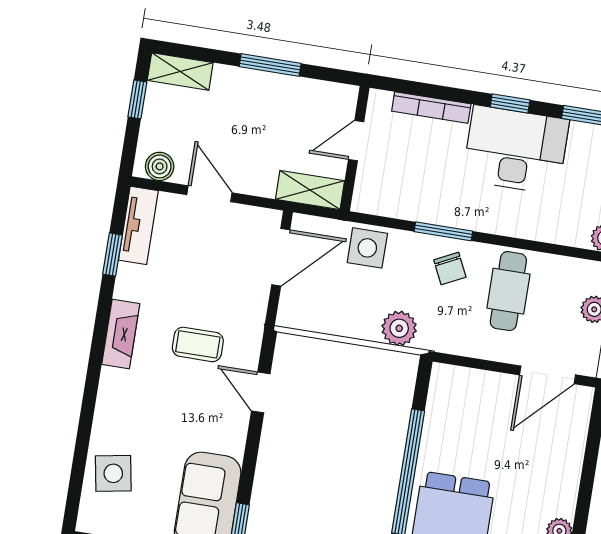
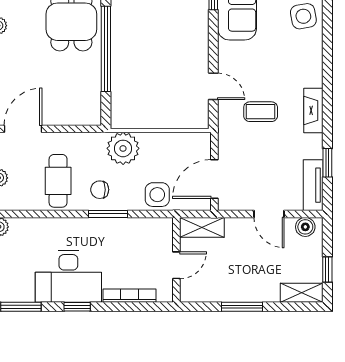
chair: (450, 269) -> (100, 190), turned -64
plant: (399, 328) -> (123, 148), width x1.36, depth x1.36

